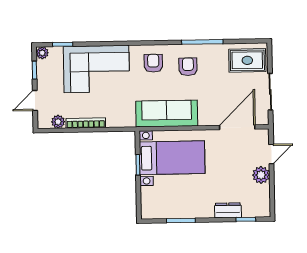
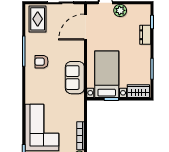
armchair: (153, 63) -> (38, 87), removed
sofa: (167, 114) -> (75, 78), width x0.73
door: (237, 127) -> (86, 27), hinge flipped
wardrobe: (149, 202) -> (138, 91), added

